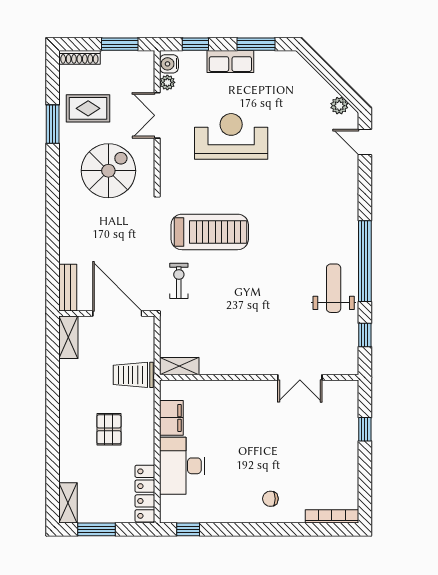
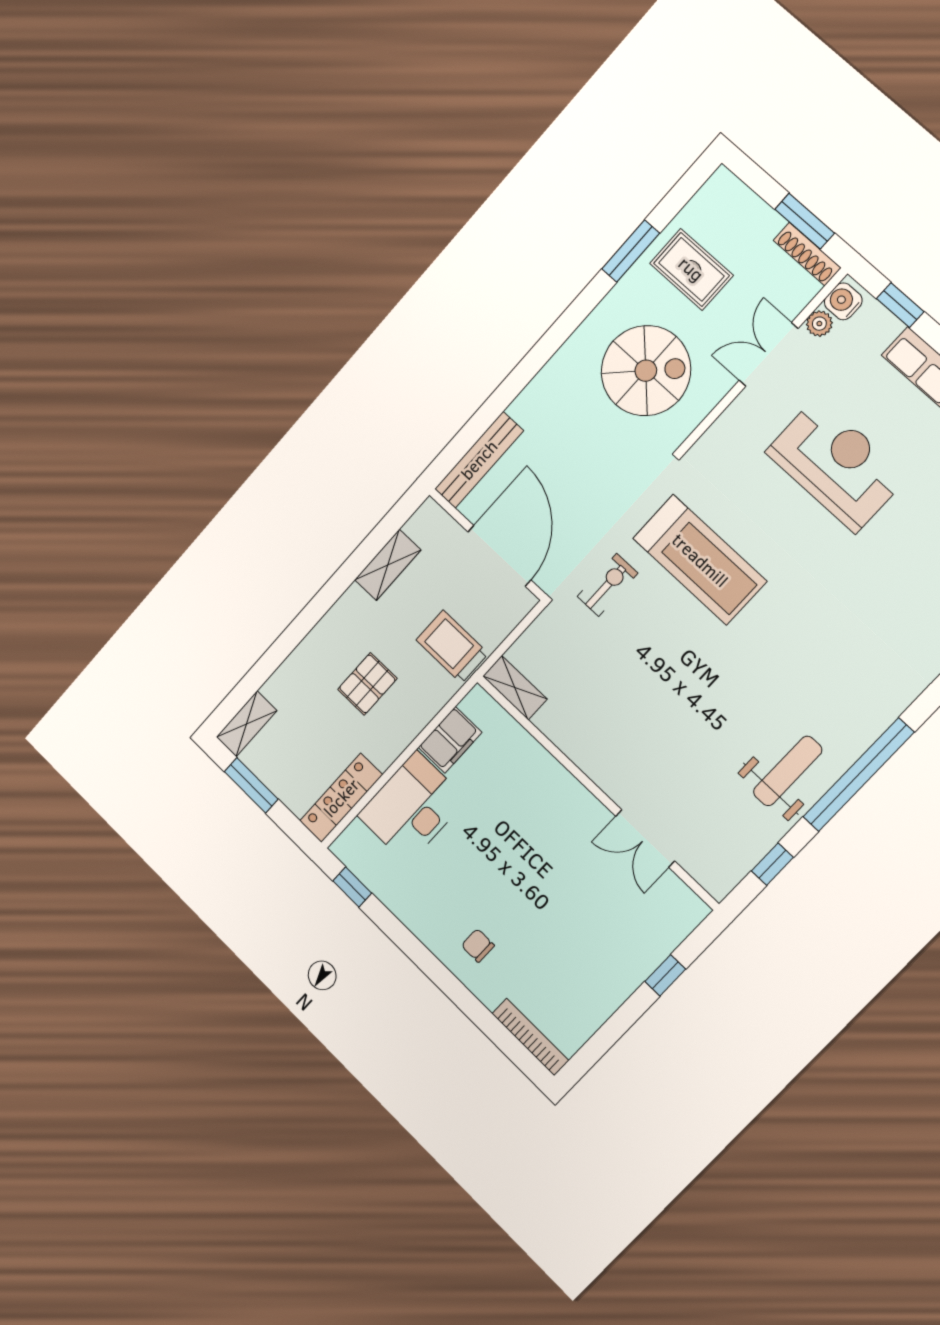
shoe rack: (79, 57) -> (807, 254), moved
bench: (68, 288) -> (479, 460), width x1.36
shelving: (68, 337) -> (388, 565), moved

